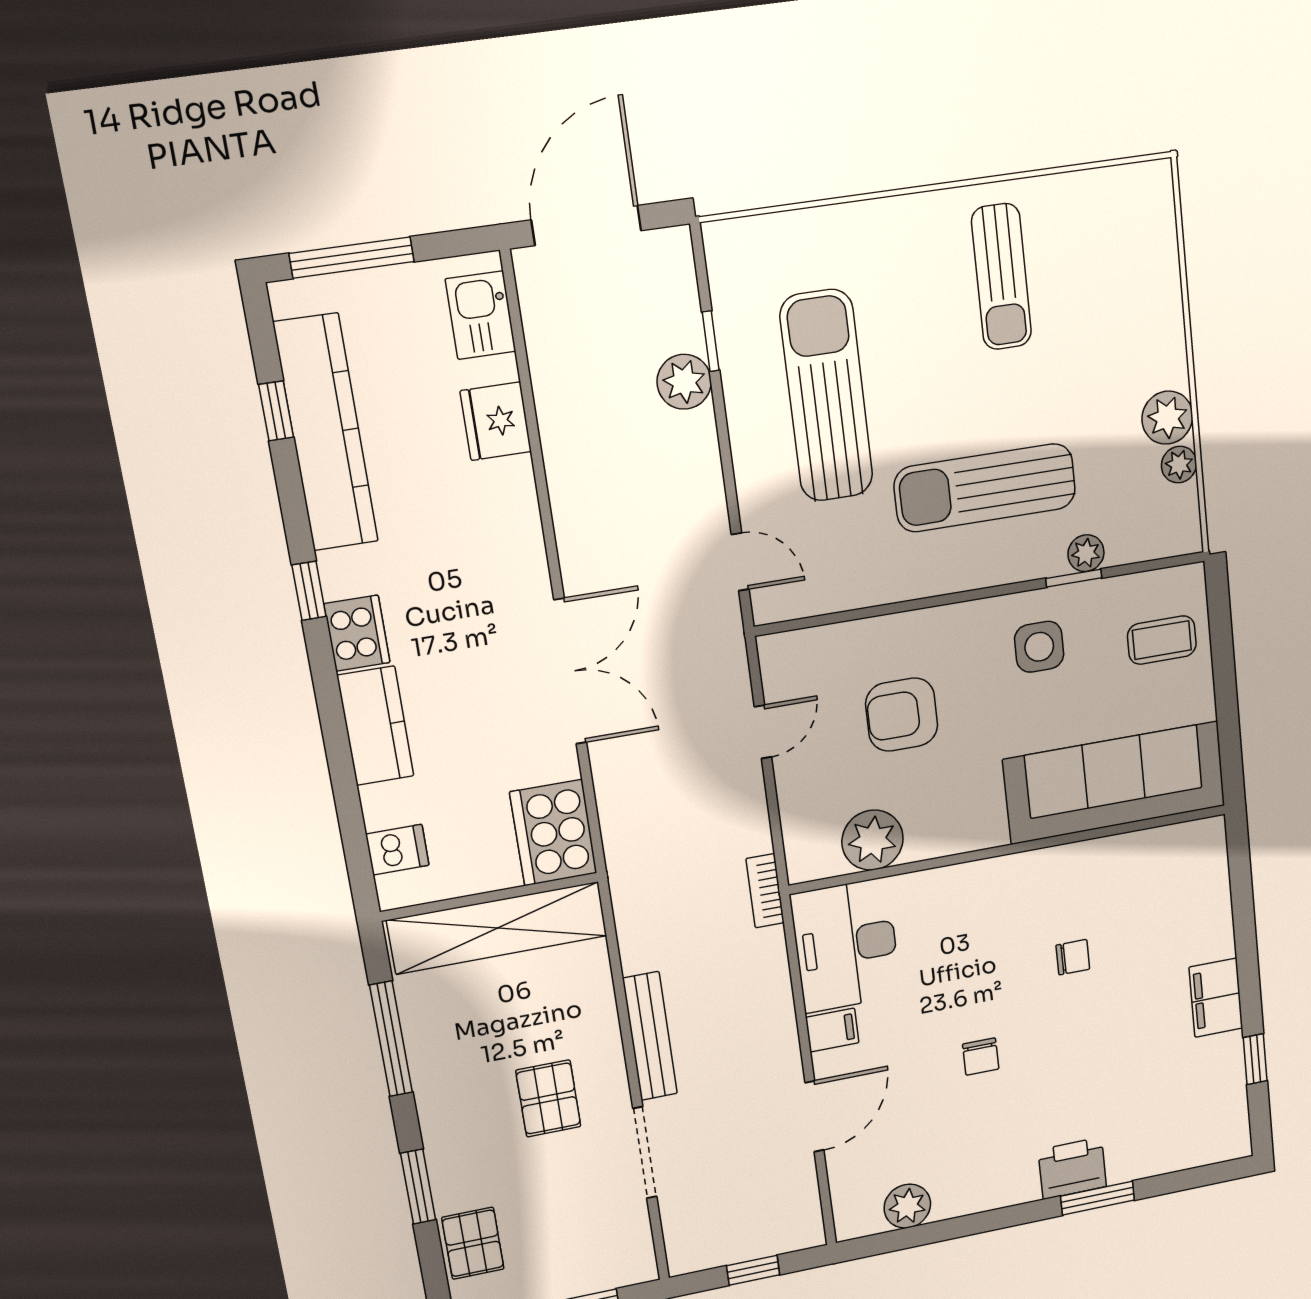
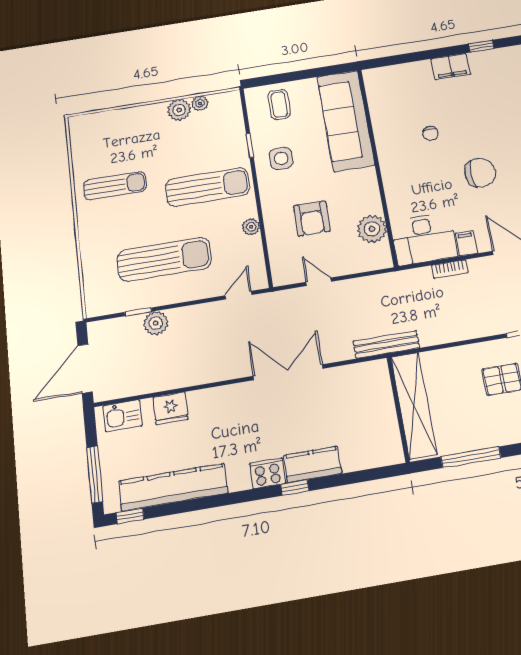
door: (586, 225) -> (85, 369), hinge flipped
sun lounger: (827, 396) -> (164, 259), turned 180
window: (276, 411) -> (130, 516), moved
sun lounger: (985, 488) -> (208, 187), turned -90
plant: (1086, 553) -> (251, 227), moved
window: (309, 591) -> (295, 488), moved
cooker: (553, 833) -> (366, 379), removed
dishwasher: (397, 850) -> (374, 454), removed
bookcase: (765, 891) -> (450, 269), moved
chair: (1073, 957) -> (430, 133), turned 180
bench: (650, 1036) -> (386, 344), moved
chair: (981, 1057) -> (480, 173), width x1.87, depth x1.87

